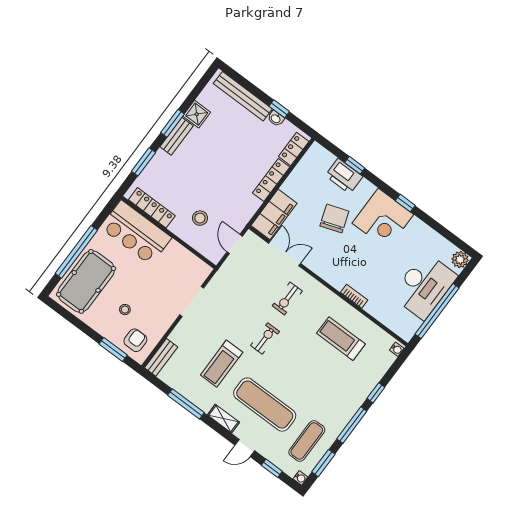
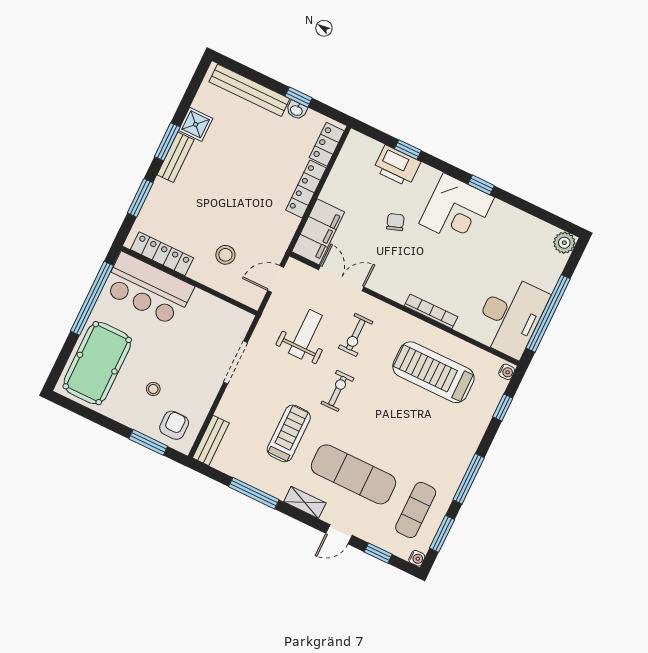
chair: (334, 219) -> (395, 222), width x0.54, depth x0.54
door: (235, 244) -> (276, 279), hinge flipped
window: (76, 252) -> (92, 298), moved
desk: (424, 286) -> (510, 316), moved
weight bench: (249, 291) -> (305, 334), added
bookcase: (354, 296) -> (431, 311), width x1.56
treadmill: (341, 339) -> (433, 372), width x1.37, depth x1.38
treadmill: (222, 364) -> (289, 433), turned 180
window: (376, 393) -> (503, 407), moved

